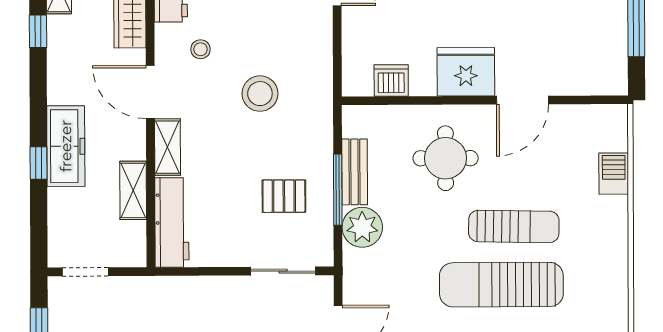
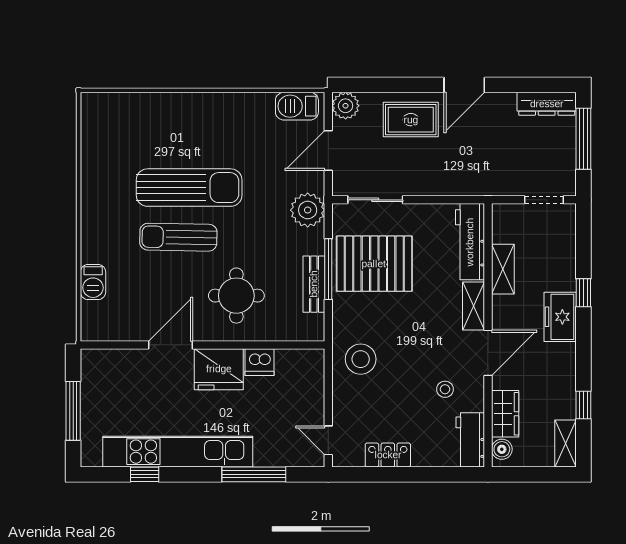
dishwasher: (391, 80) -> (260, 362), moved
door: (150, 92) -> (488, 353), hinge flipped
stool: (260, 94) -> (361, 359), moved
freezer: (66, 146) -> (560, 317), width x0.71
pallet: (284, 196) -> (374, 264), width x2.05, depth x2.00
plant: (362, 227) -> (308, 210), moved

